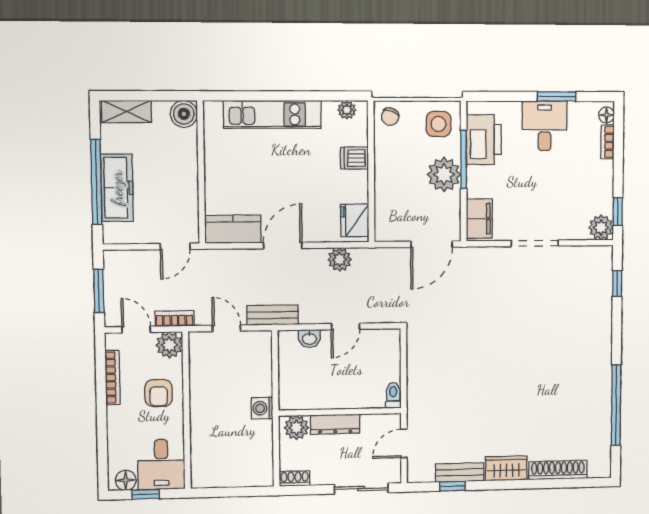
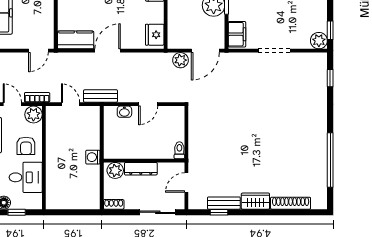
plant: (340, 260) -> (180, 60), moved
desk: (161, 465) -> (26, 177), moved, turned -90

